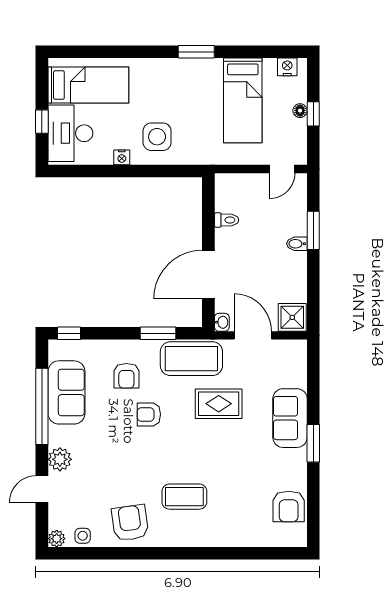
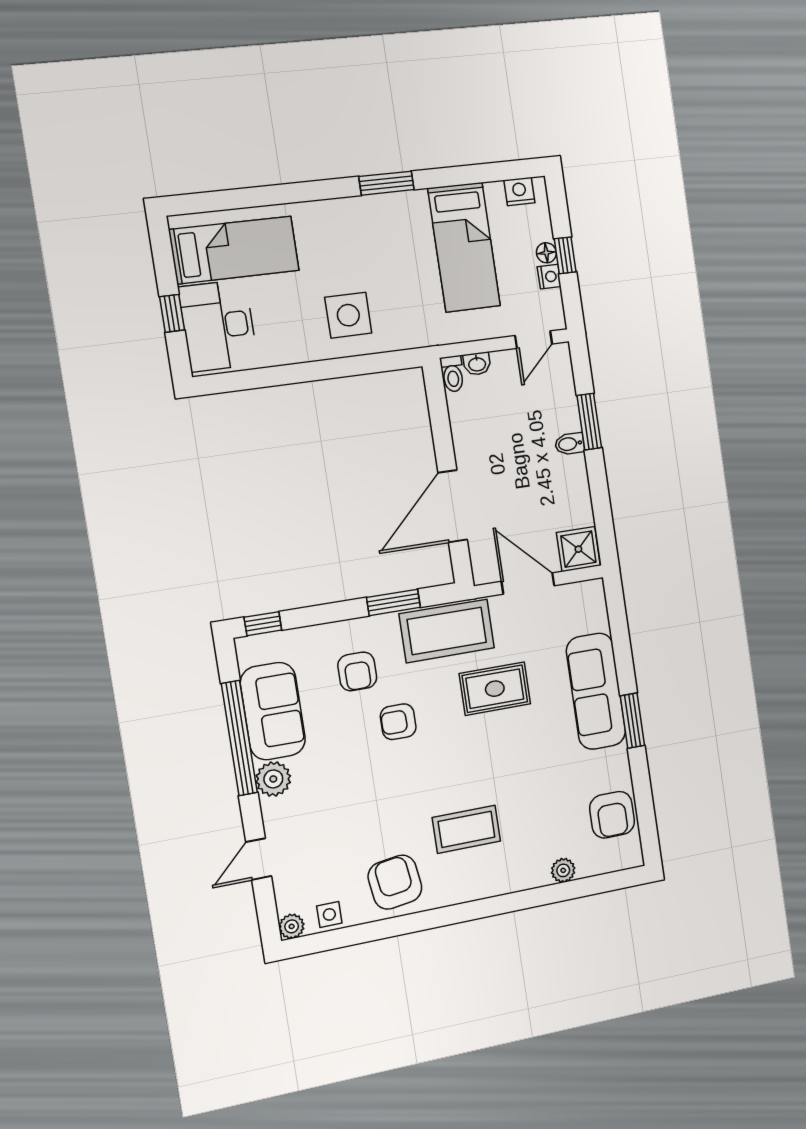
nightstand: (122, 157) -> (549, 277), moved, turned -90
toilet: (227, 220) -> (453, 374), moved, turned 90
washbasin: (222, 322) -> (477, 364), moved, turned 90
sofa: (290, 418) -> (596, 691), width x1.36
plant: (60, 459) -> (273, 779), moved
plant: (248, 538) -> (563, 870), added

